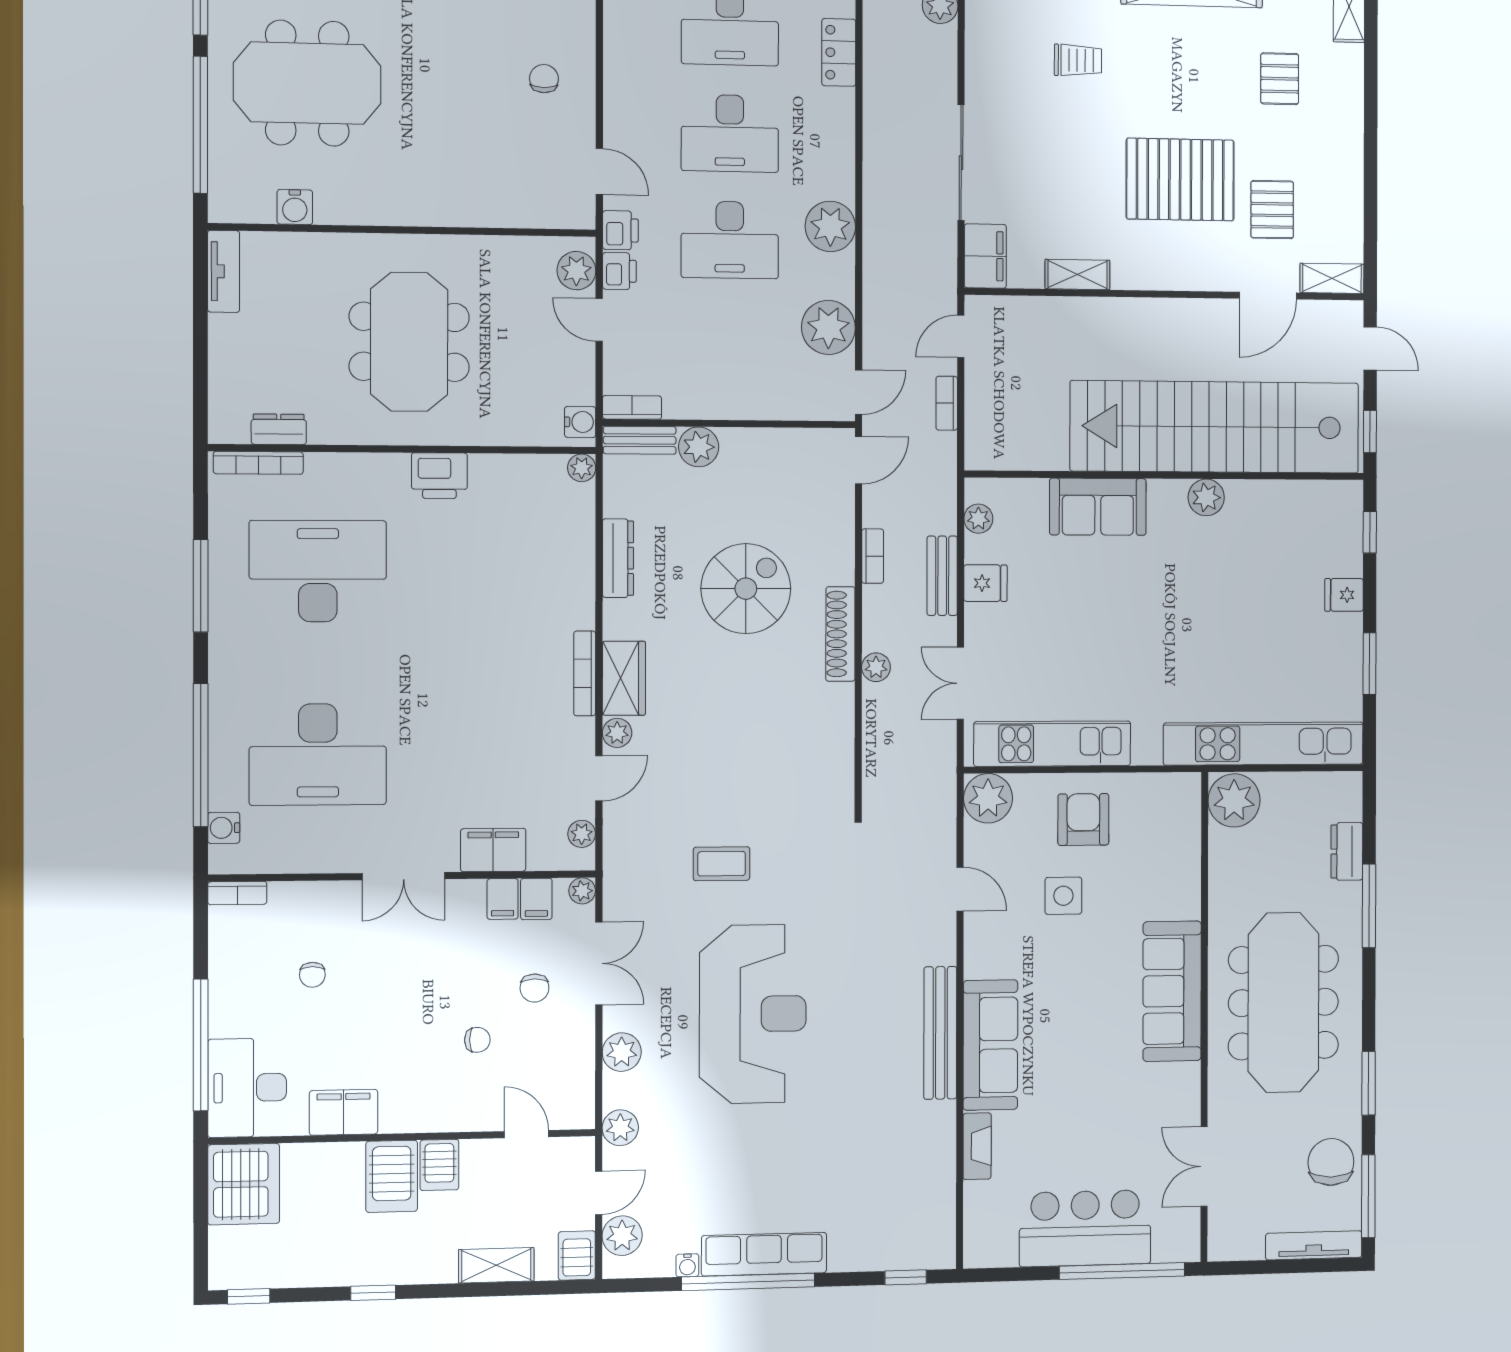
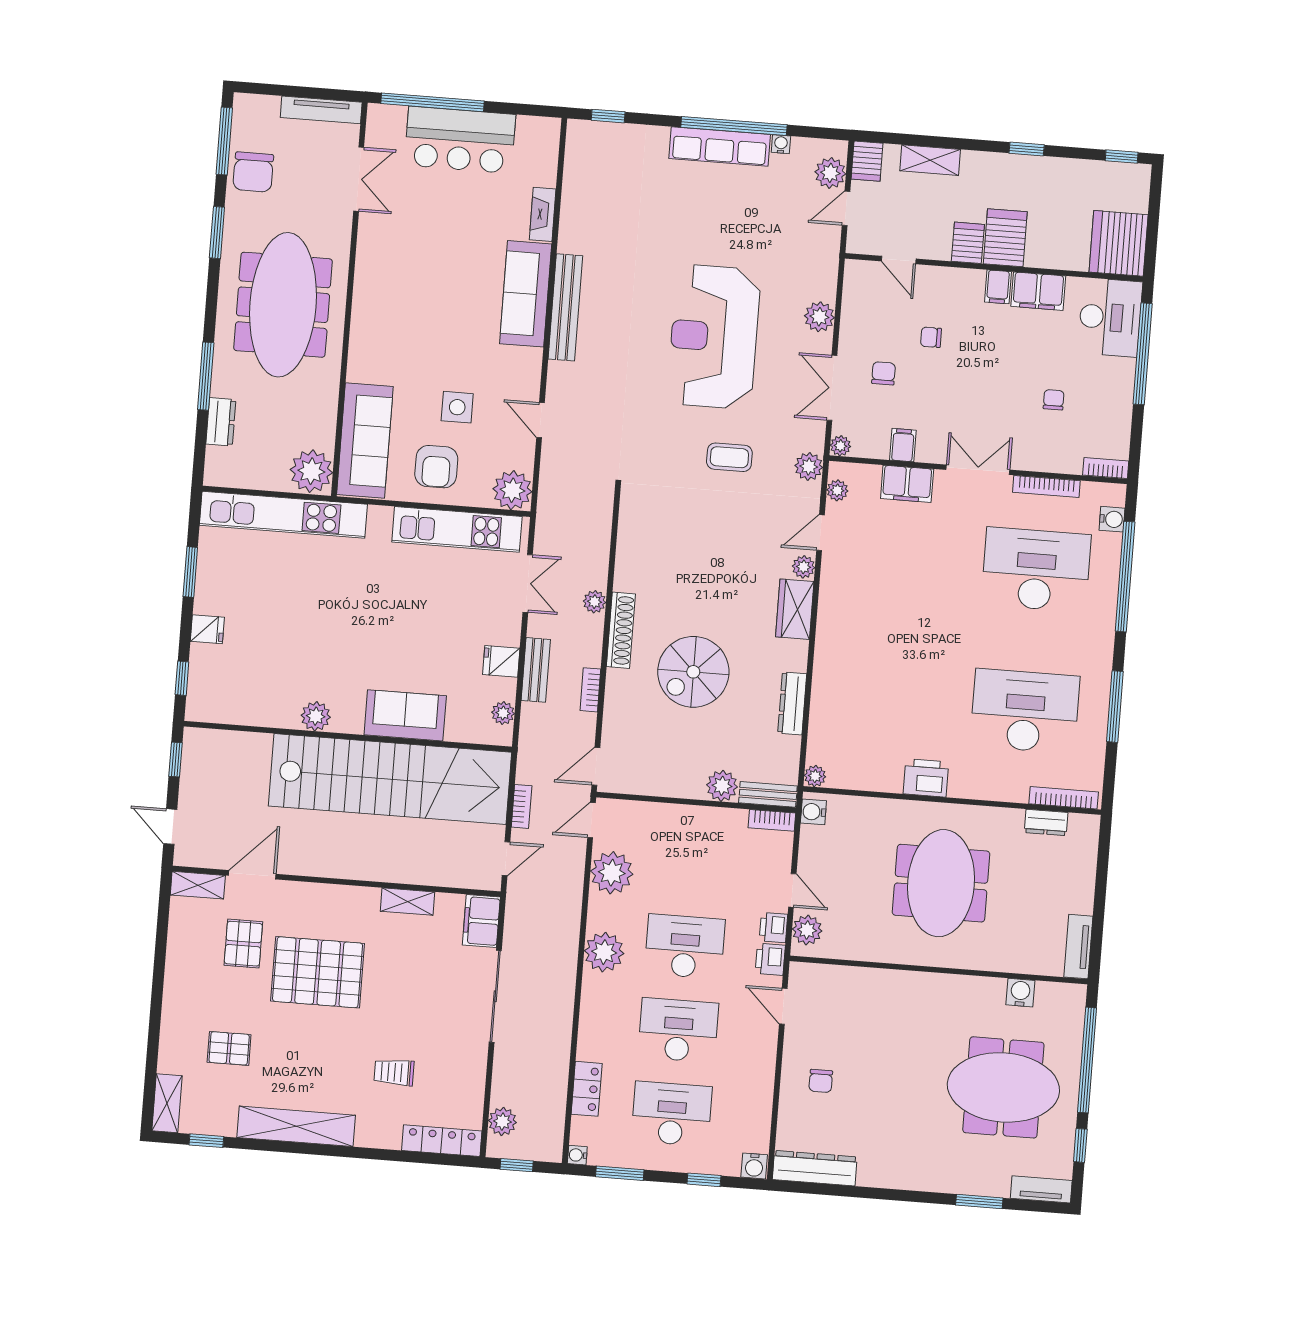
pallet: (1280, 79) -> (229, 1048), turned 90
stairs: (1215, 427) -> (390, 779), moved
desk: (318, 571) -> (1025, 711), turned 180
bookcase: (585, 673) -> (1046, 486), moved, turned 90
filing cabinet: (536, 899) -> (998, 287), moved, turned 180
sofa: (1172, 991) -> (365, 441), moved
plant: (620, 1128) -> (809, 466), moved
tv unit: (1314, 1245) -> (321, 110), moved

